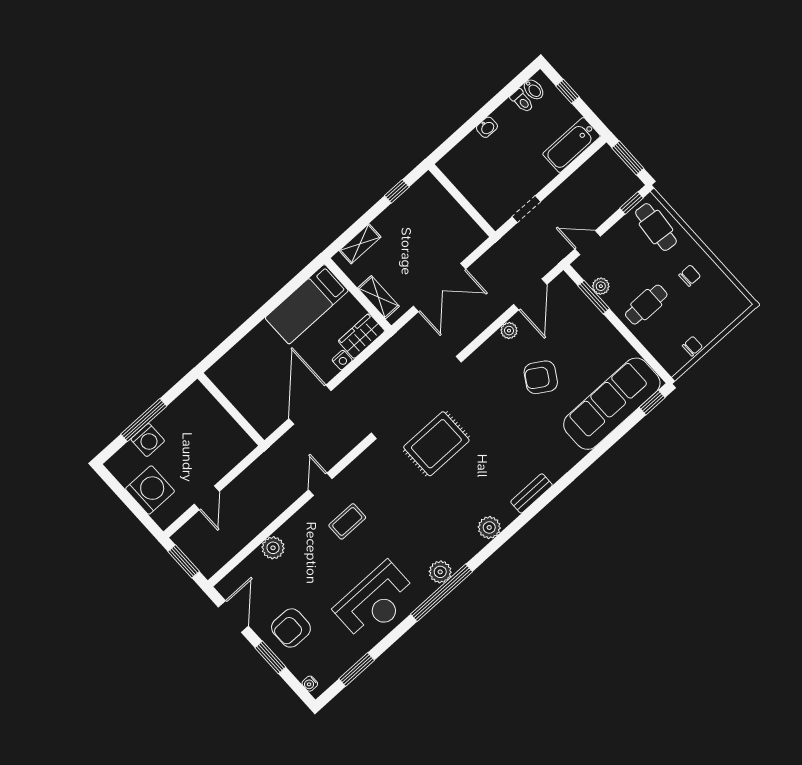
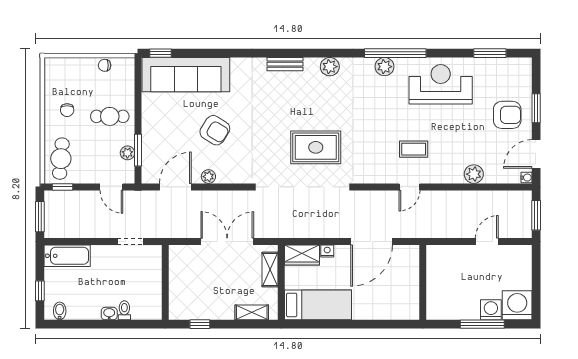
toilet: (522, 101) -> (124, 310), moved
chair: (690, 276) -> (67, 110), turned -90
washing machine: (150, 490) -> (517, 305), moved, turned 90
water cooler: (310, 684) -> (527, 178), moved

